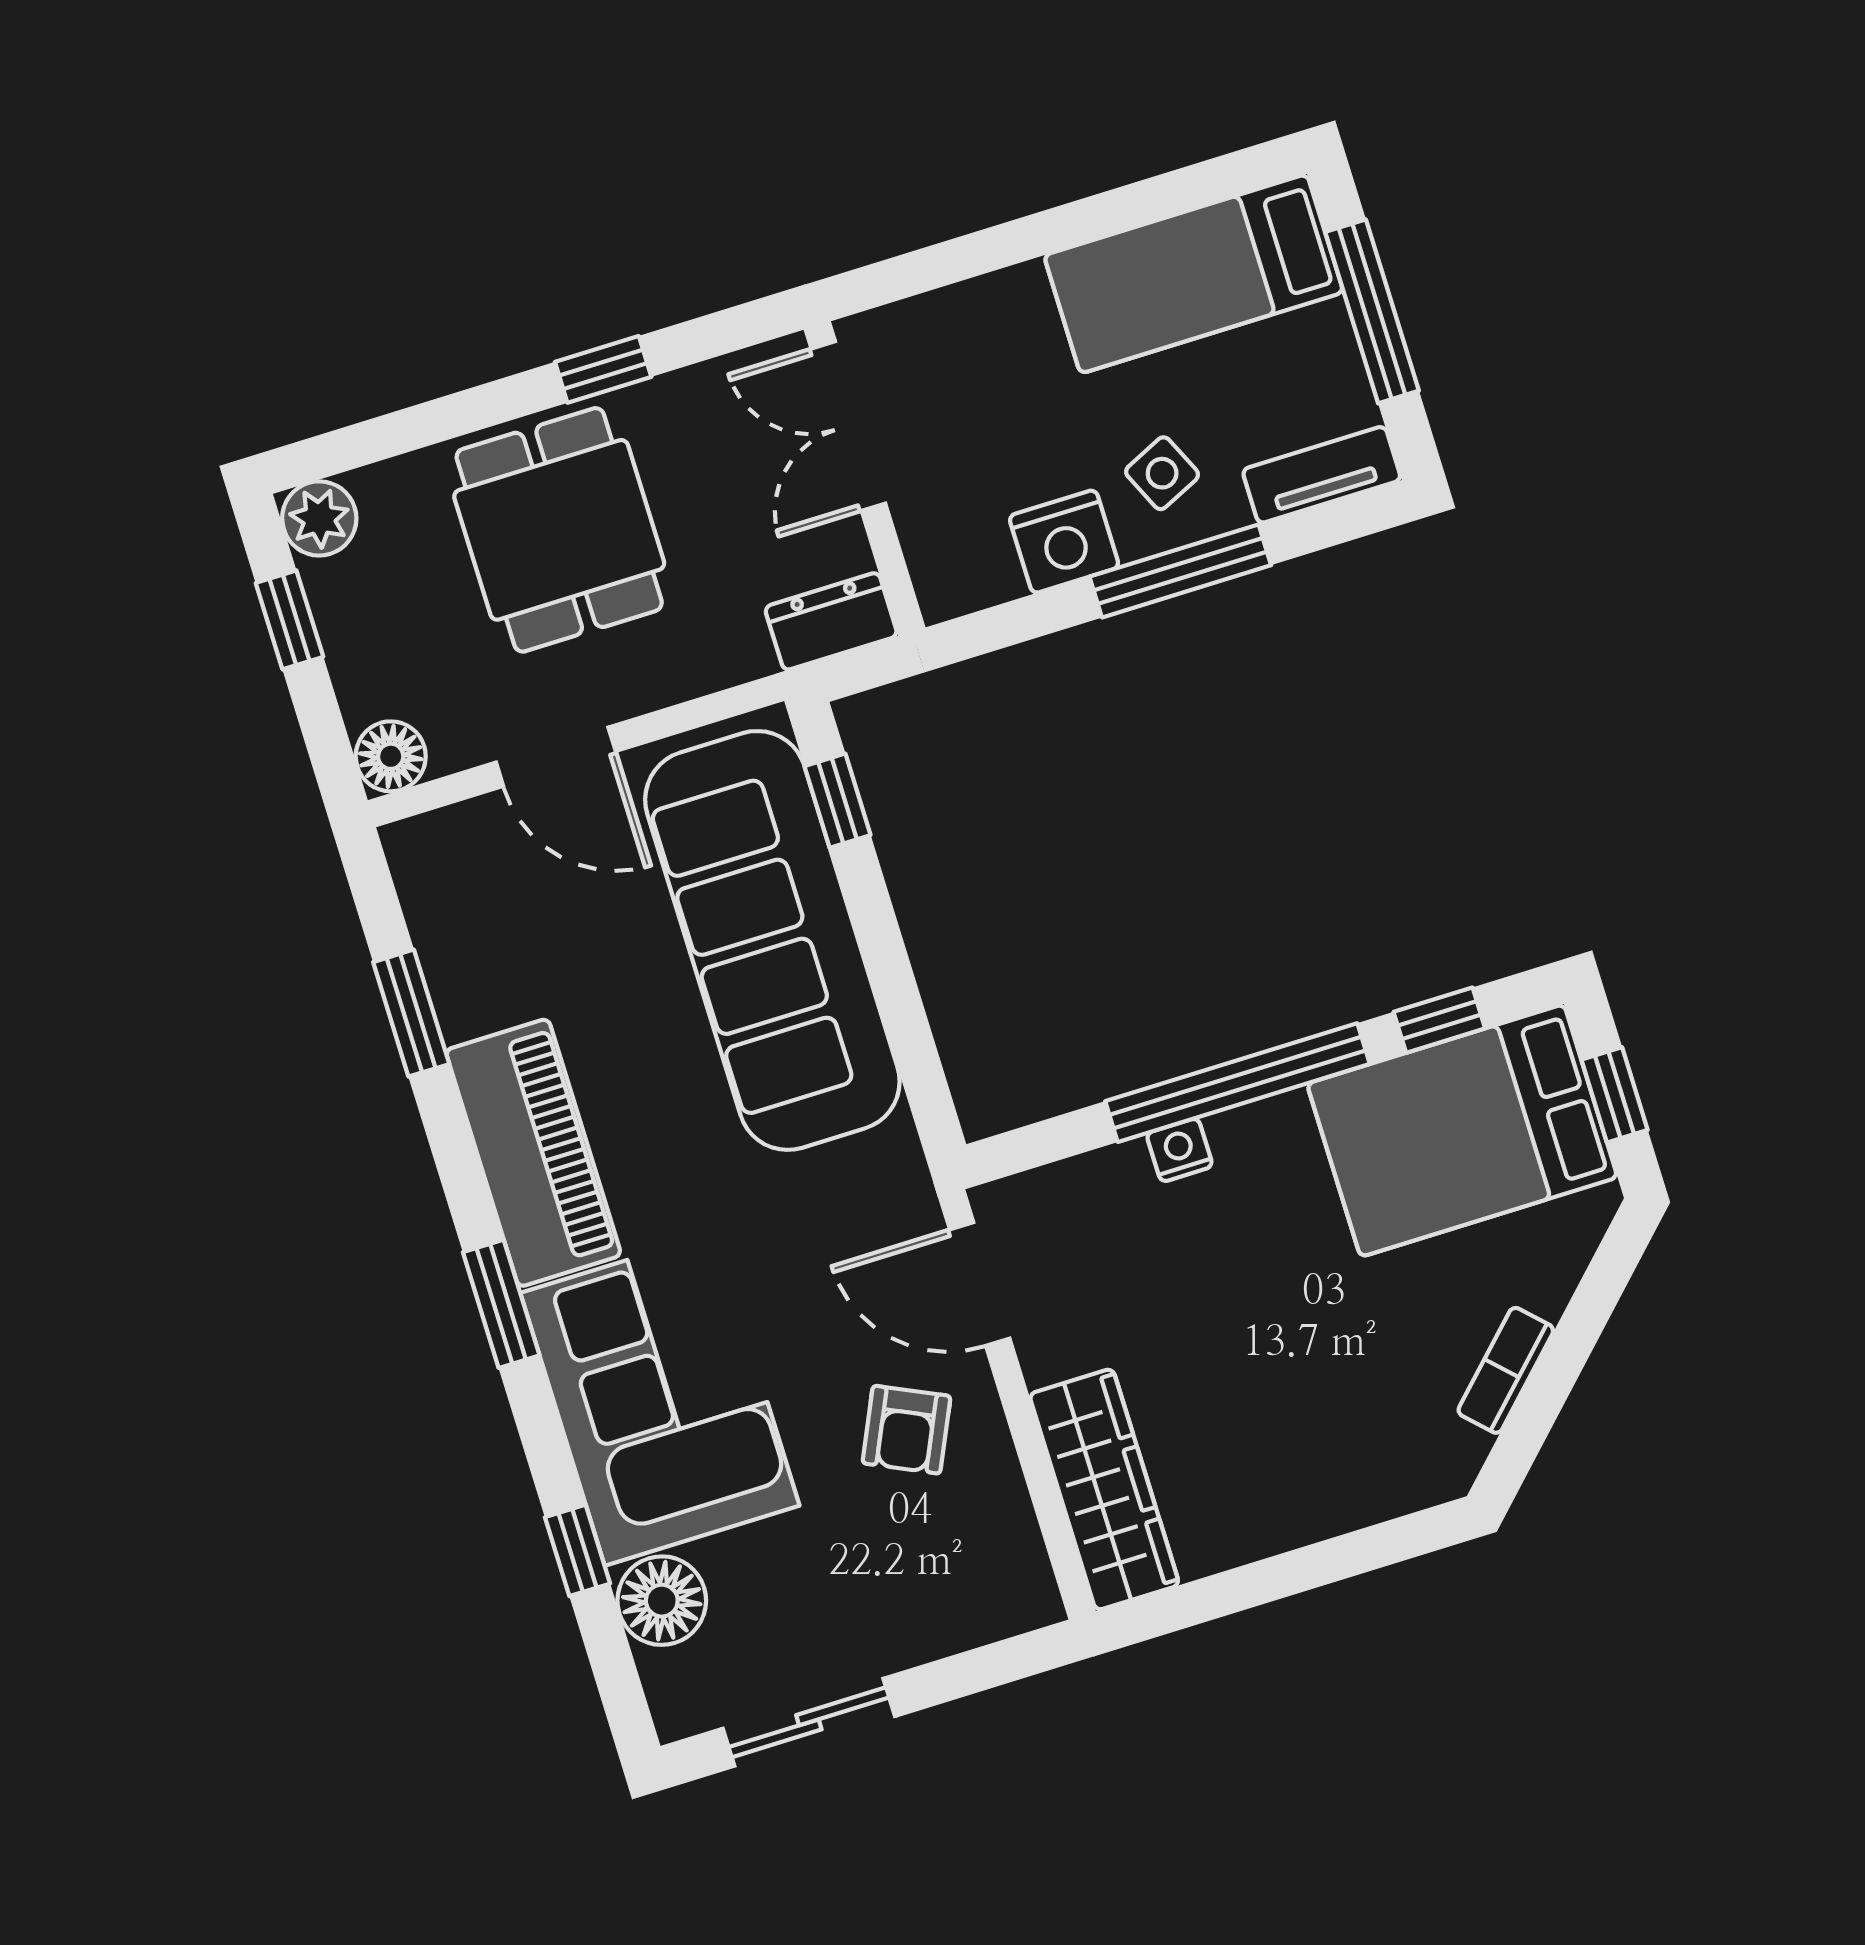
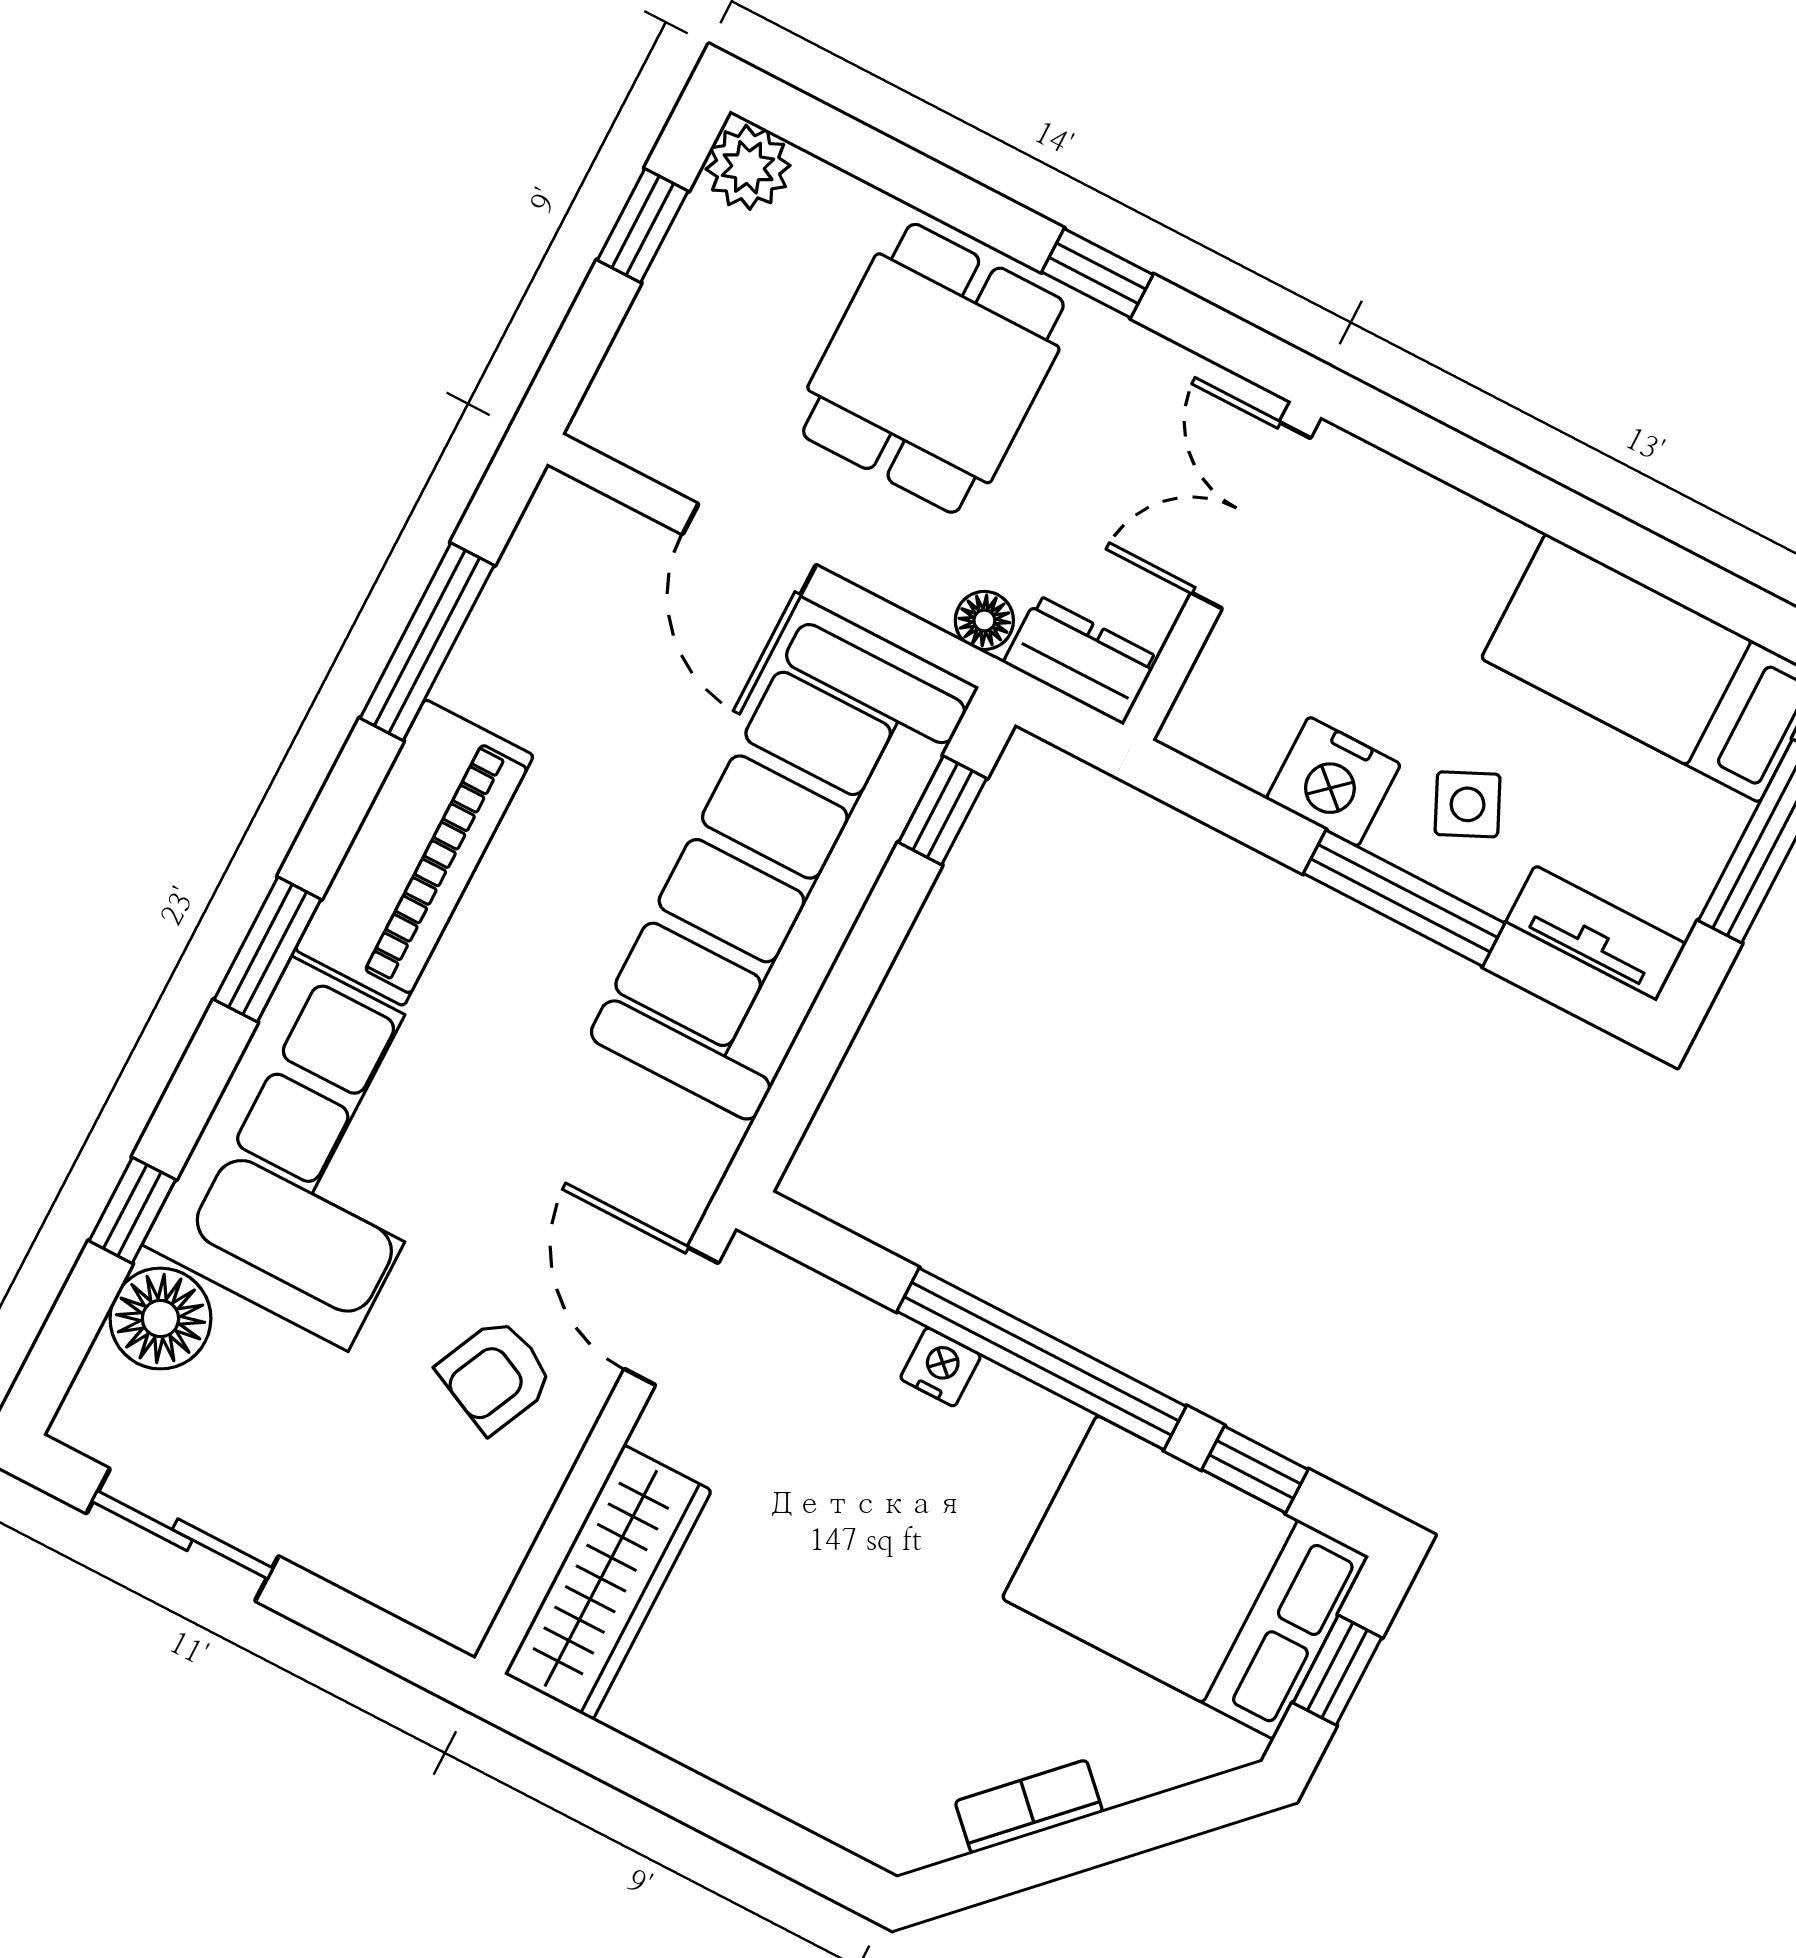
floor lamp: (391, 756) -> (984, 620), moved, width x0.73, depth x0.73
window: (411, 1013) -> (427, 642), width x1.44

